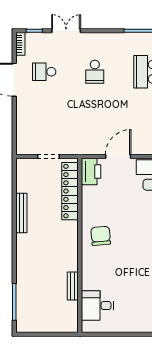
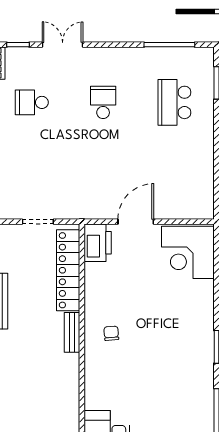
school desk: (95, 72) -> (103, 102), turned 180
chair: (101, 236) -> (111, 333), width x0.54, depth x0.54
bench: (73, 286) -> (72, 332), moved

